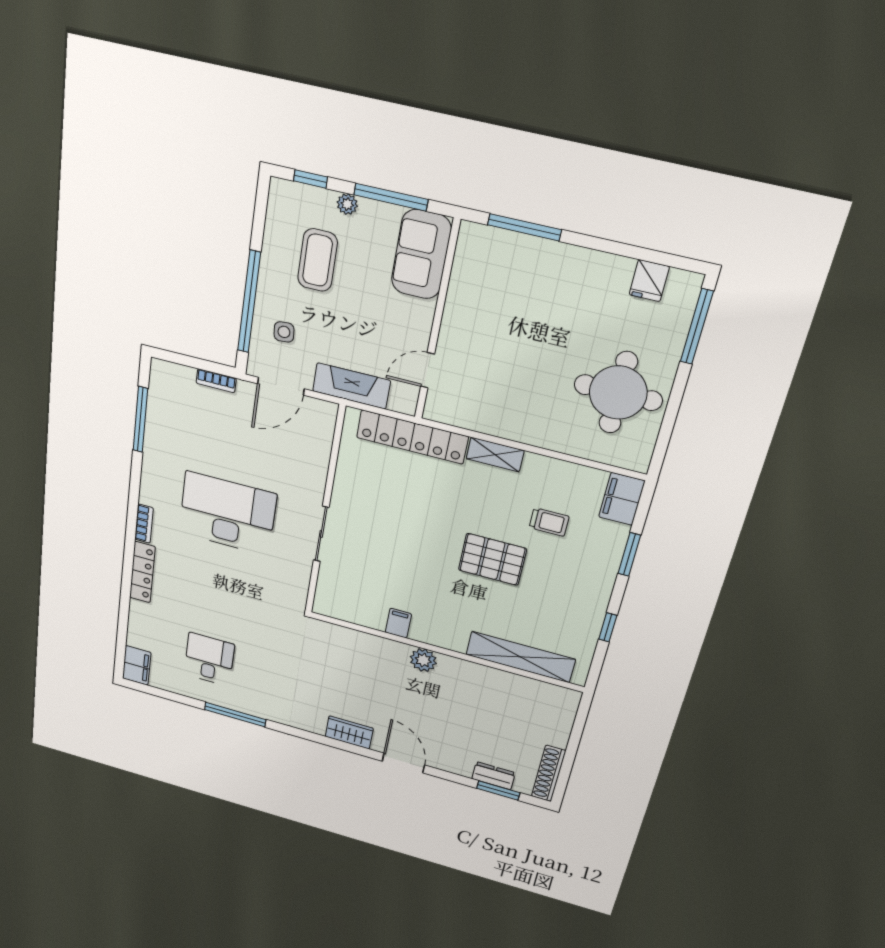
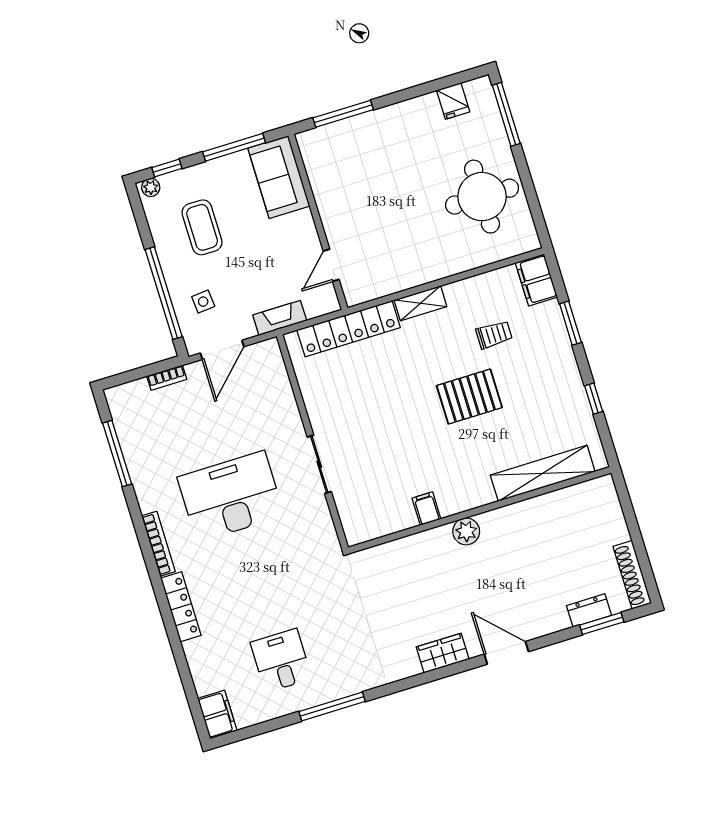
plant: (347, 204) -> (151, 187), moved
fireplace: (351, 386) -> (280, 318), width x0.73, depth x0.76
bookcase: (144, 524) -> (158, 544), width x1.56

